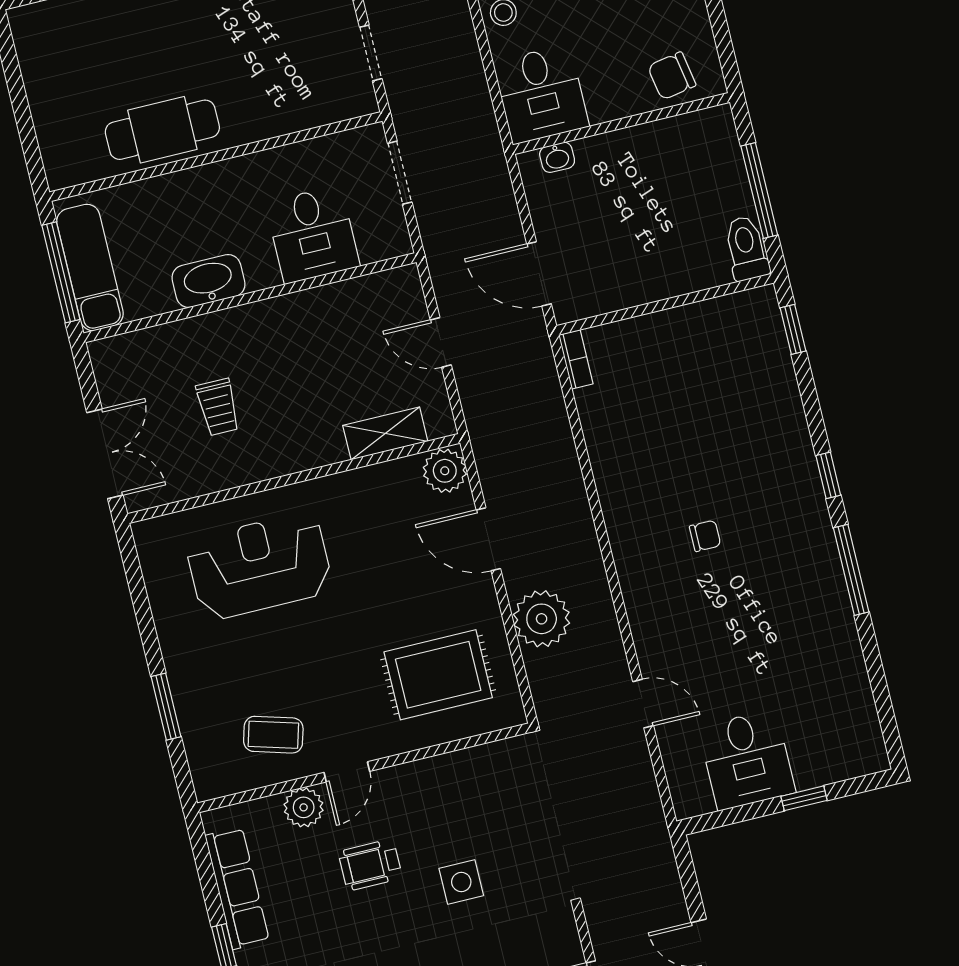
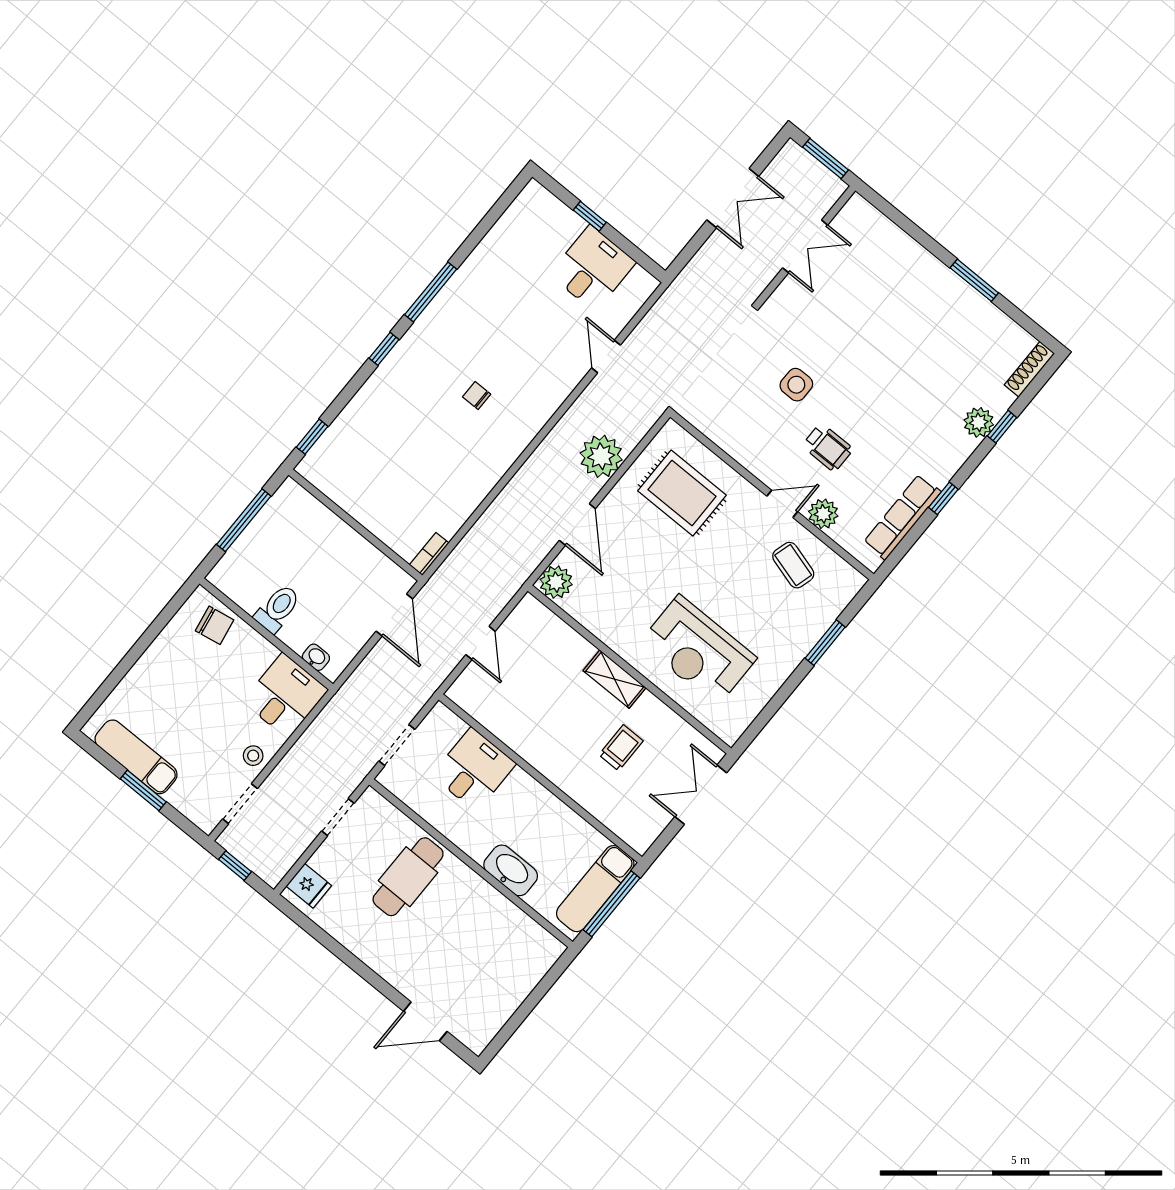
cafe table: (162, 130) -> (408, 877), moved, turned 90
toilet: (746, 248) -> (278, 609), moved, turned 180
washbasin: (208, 281) -> (511, 870), moved, turned 180
shelving: (385, 433) -> (615, 679), moved

